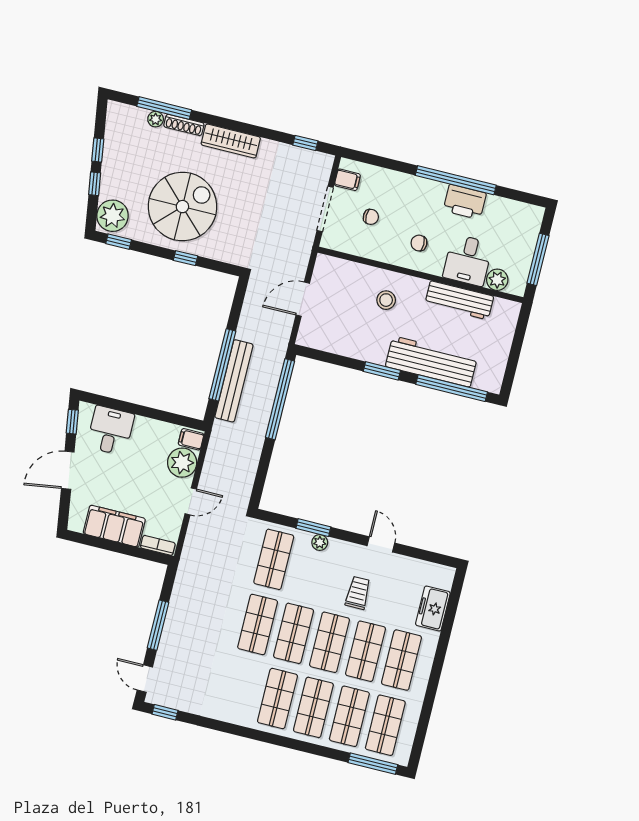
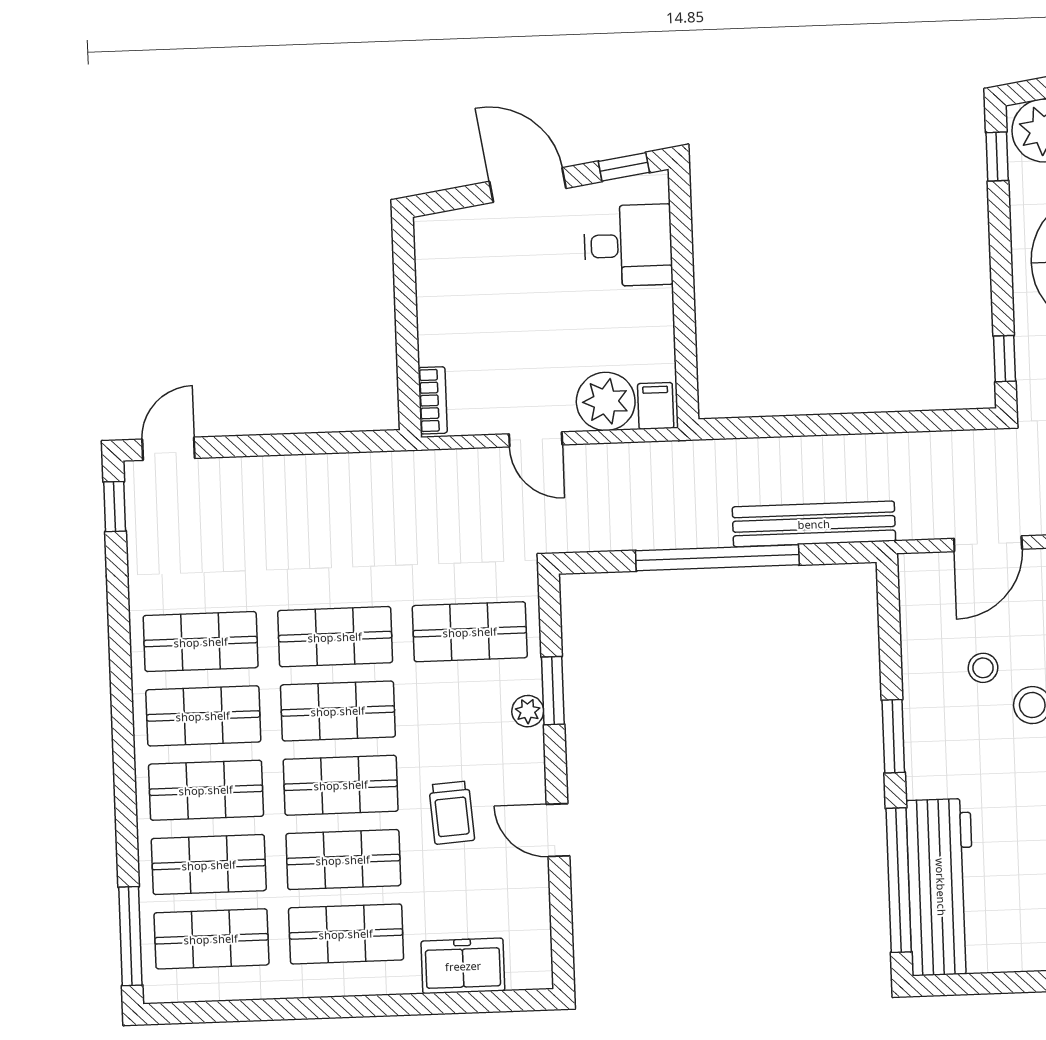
window: (185, 258) -> (1005, 359), moved
door: (303, 299) -> (988, 544), swing flipped
stool: (362, 319) -> (983, 668), added
workbench: (431, 361) -> (941, 887), moved
window: (222, 365) -> (817, 425), removed
bench: (234, 381) -> (814, 524), moved
window: (280, 399) -> (717, 558), moved
filing cabinet: (114, 526) -> (446, 306), removed
door: (381, 544) -> (558, 830), swing flipped
trolley: (358, 593) -> (452, 813), turned 86
window: (158, 625) -> (279, 445), removed
shop shelf: (241, 690) -> (201, 642), added

